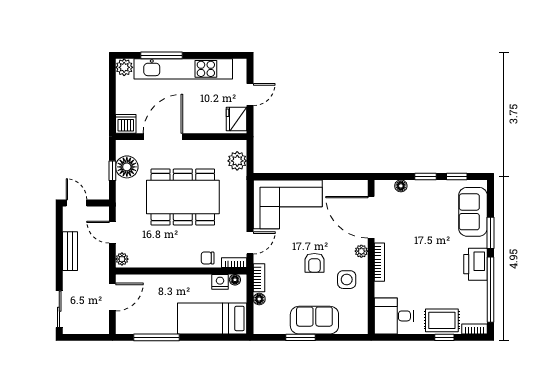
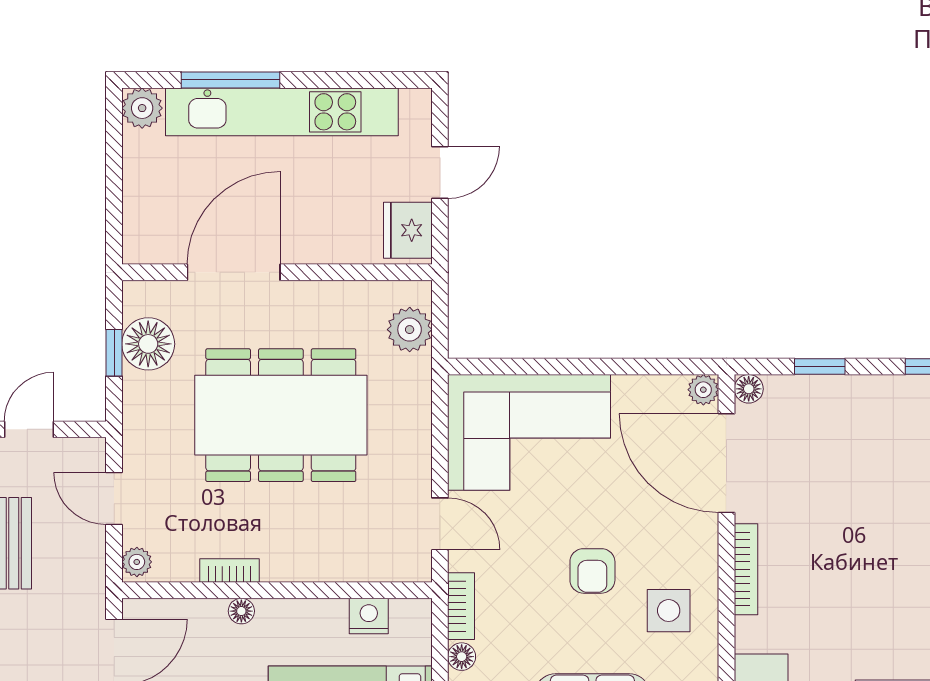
dishwasher: (126, 124) -> (146, 242), removed
window: (425, 176) -> (820, 367), moved
floor lamp: (401, 186) -> (749, 389), moved
door: (76, 203) -> (29, 429), hinge flipped
door: (250, 243) -> (440, 524), hinge flipped
plant: (361, 251) -> (703, 390), moved
chair: (208, 258) -> (339, 559), removed
bookcase: (234, 263) -> (229, 571), moved
floor lamp: (235, 280) -> (241, 611), moved

